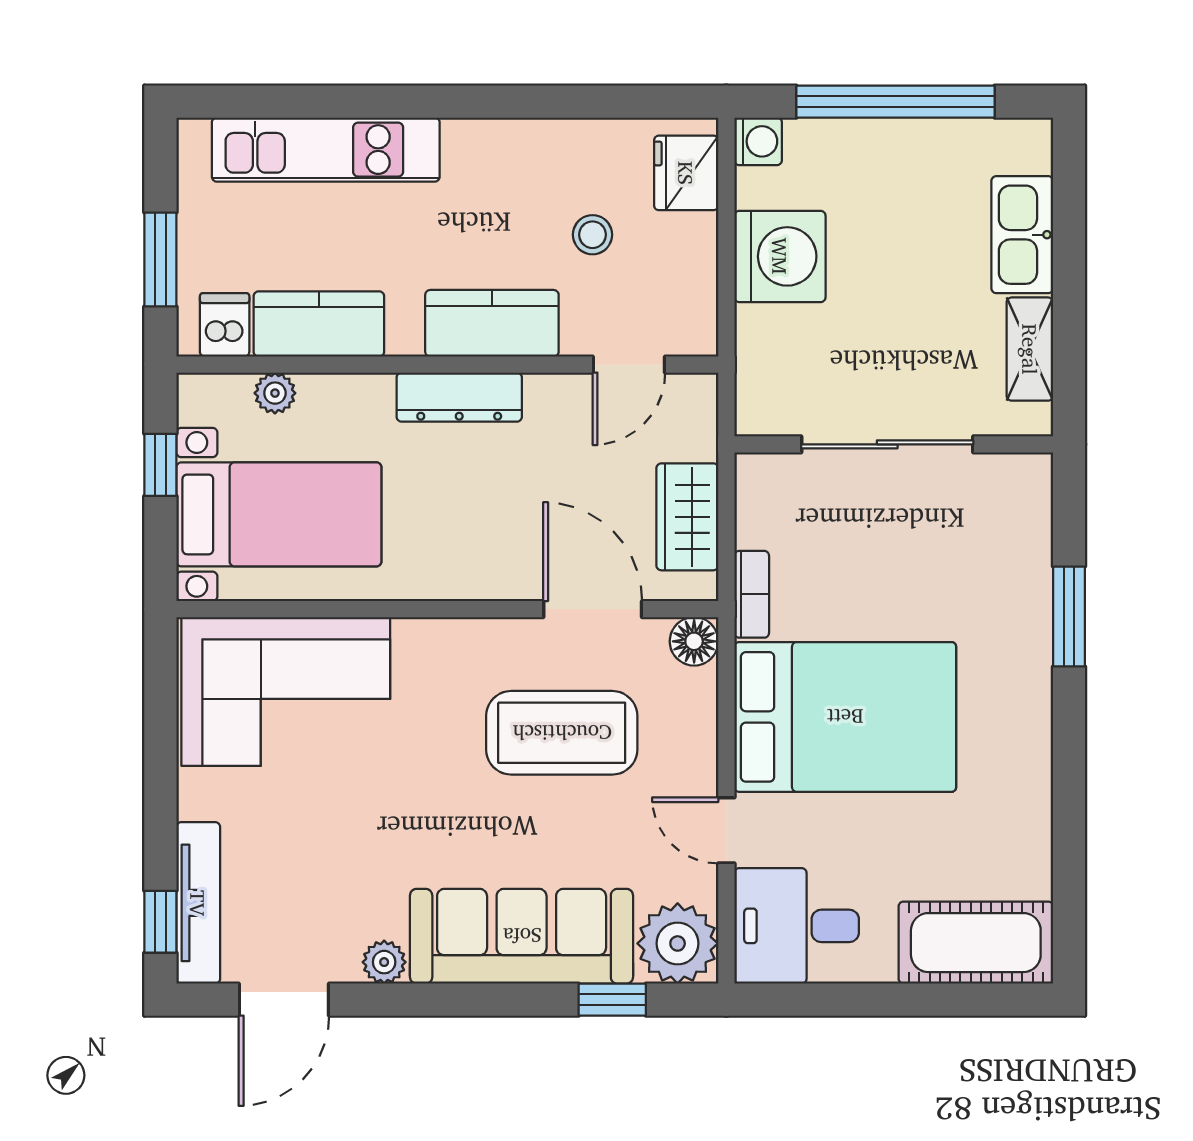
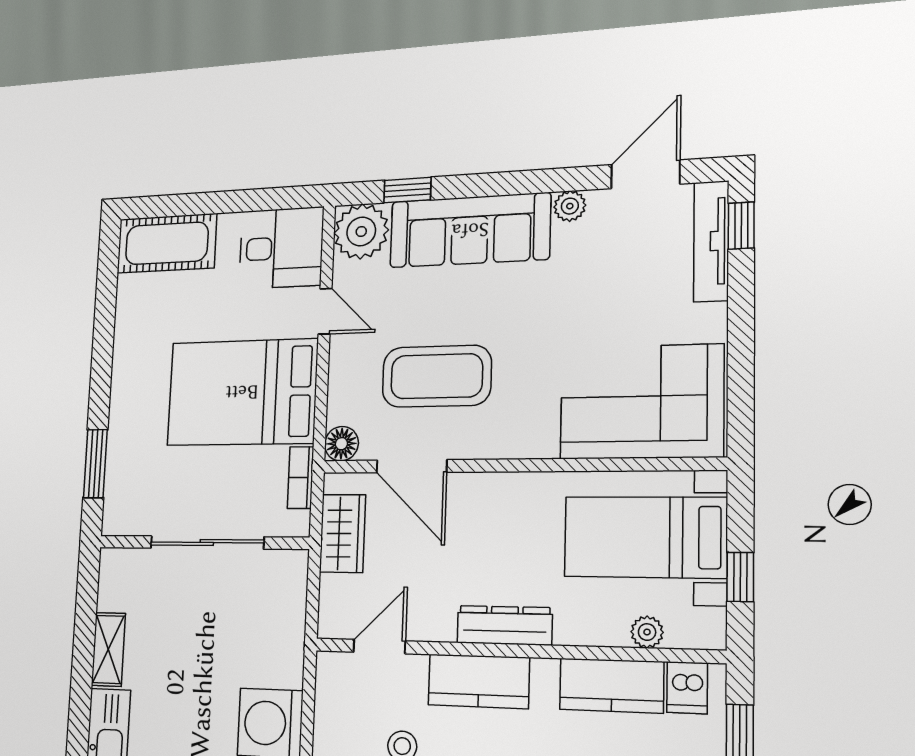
sliding door: (887, 444) -> (207, 542), moved
wall: (894, 444) -> (203, 542), moved

